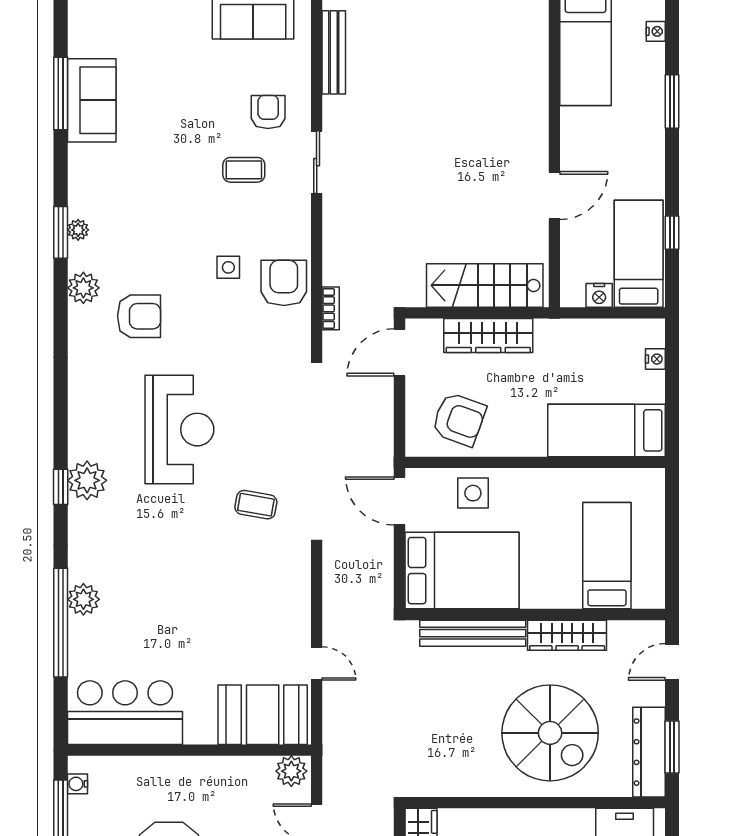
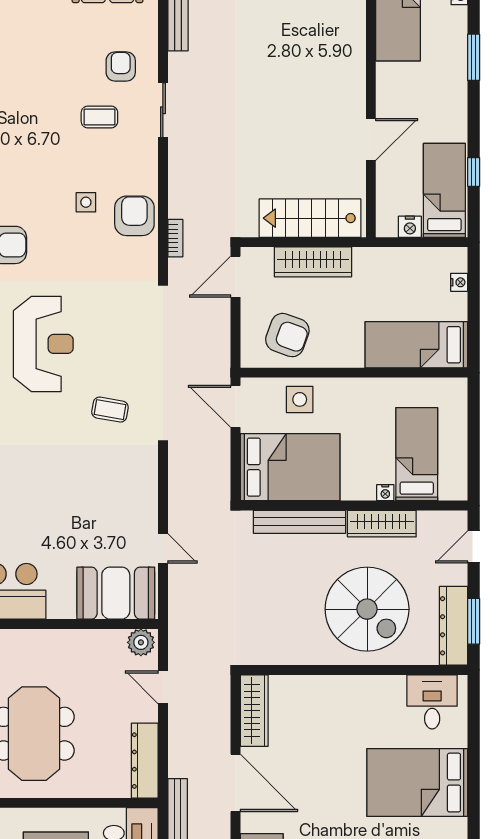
nightstand: (571, 600) -> (385, 493), added

